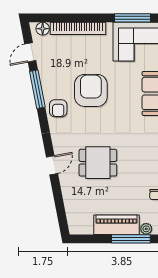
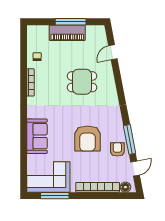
armchair: (58, 108) -> (117, 149), moved
door: (52, 165) -> (113, 52), moved
plant: (146, 229) -> (44, 30), removed
window: (131, 239) -> (71, 22), moved

